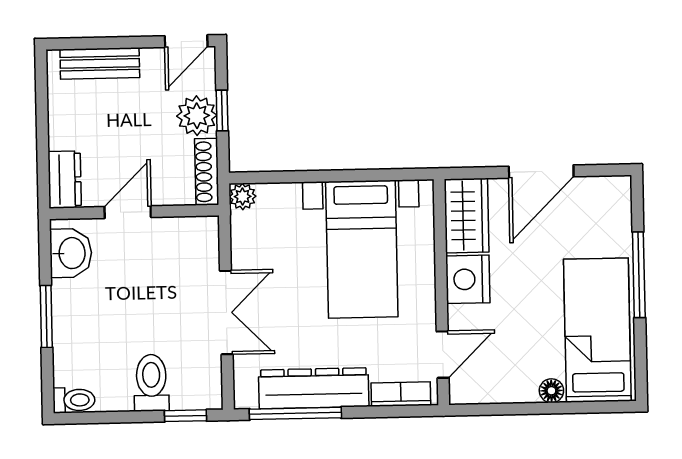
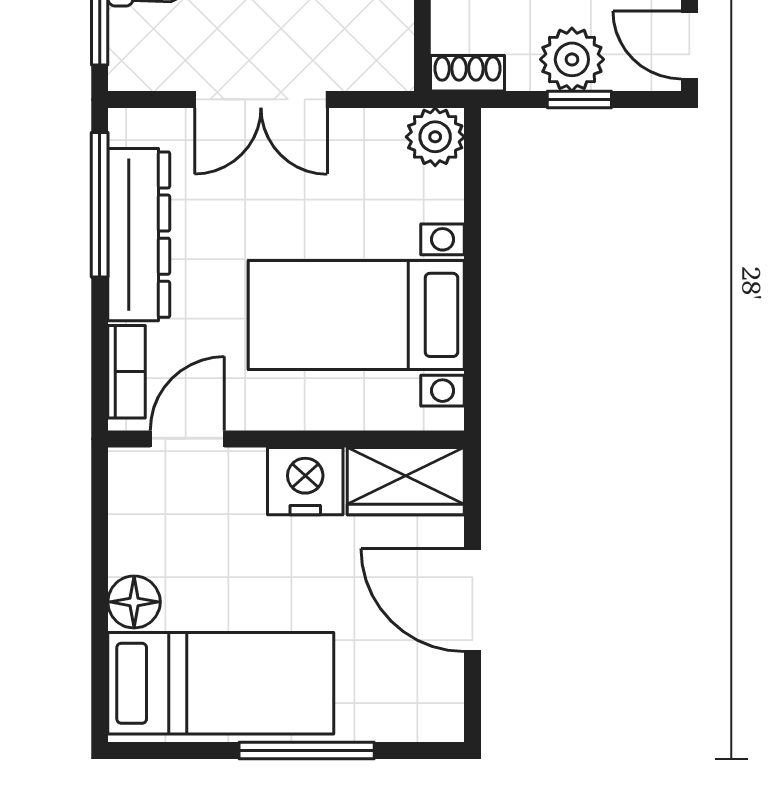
shoe rack: (207, 172) -> (468, 73), width x0.70
plant: (243, 197) -> (435, 137), width x1.38, depth x1.38
door: (443, 355) -> (187, 439), swing flipped
floor lamp: (551, 391) -> (134, 602), width x1.37, depth x1.37

